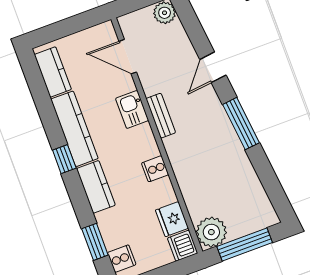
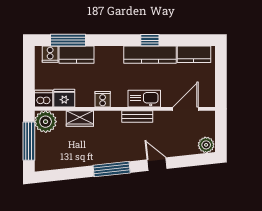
kitchen sink: (132, 109) -> (144, 99), width x1.38
window: (64, 159) -> (150, 40), moved
kitchen counter: (96, 187) -> (76, 55), moved
wardrobe: (191, 189) -> (80, 118), added
window: (95, 242) -> (68, 40), width x1.44

